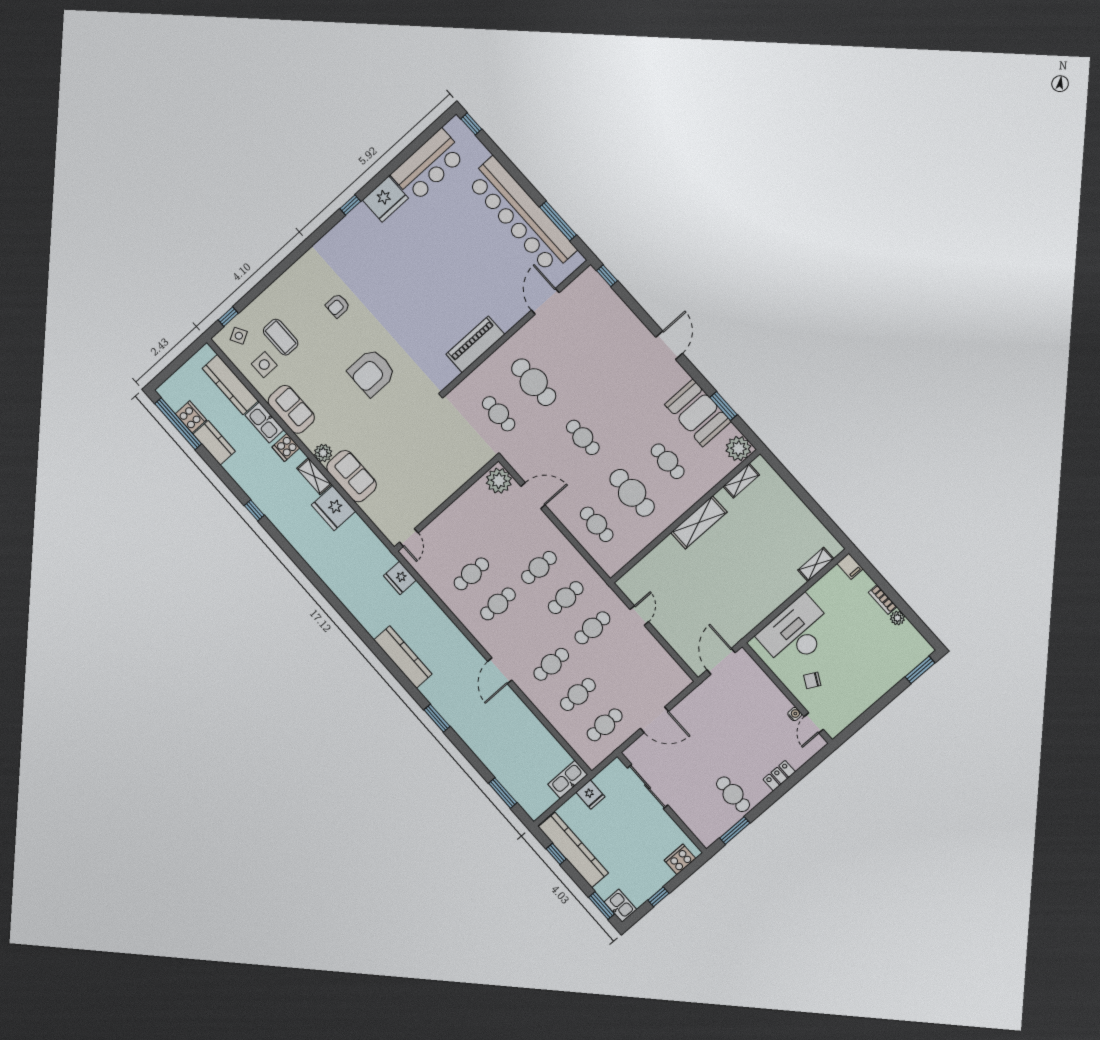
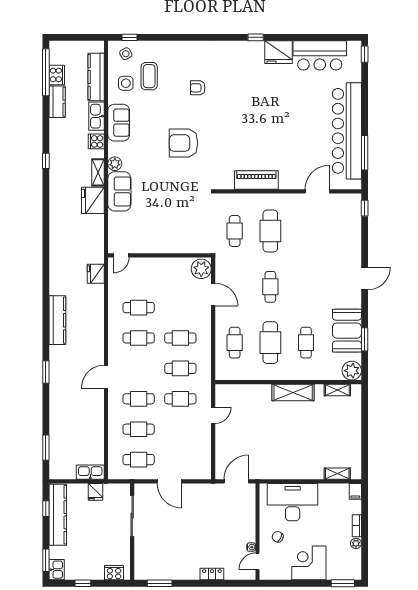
corner desk: (867, 679) -> (309, 563), added
cafe table: (733, 794) -> (177, 562), removed

